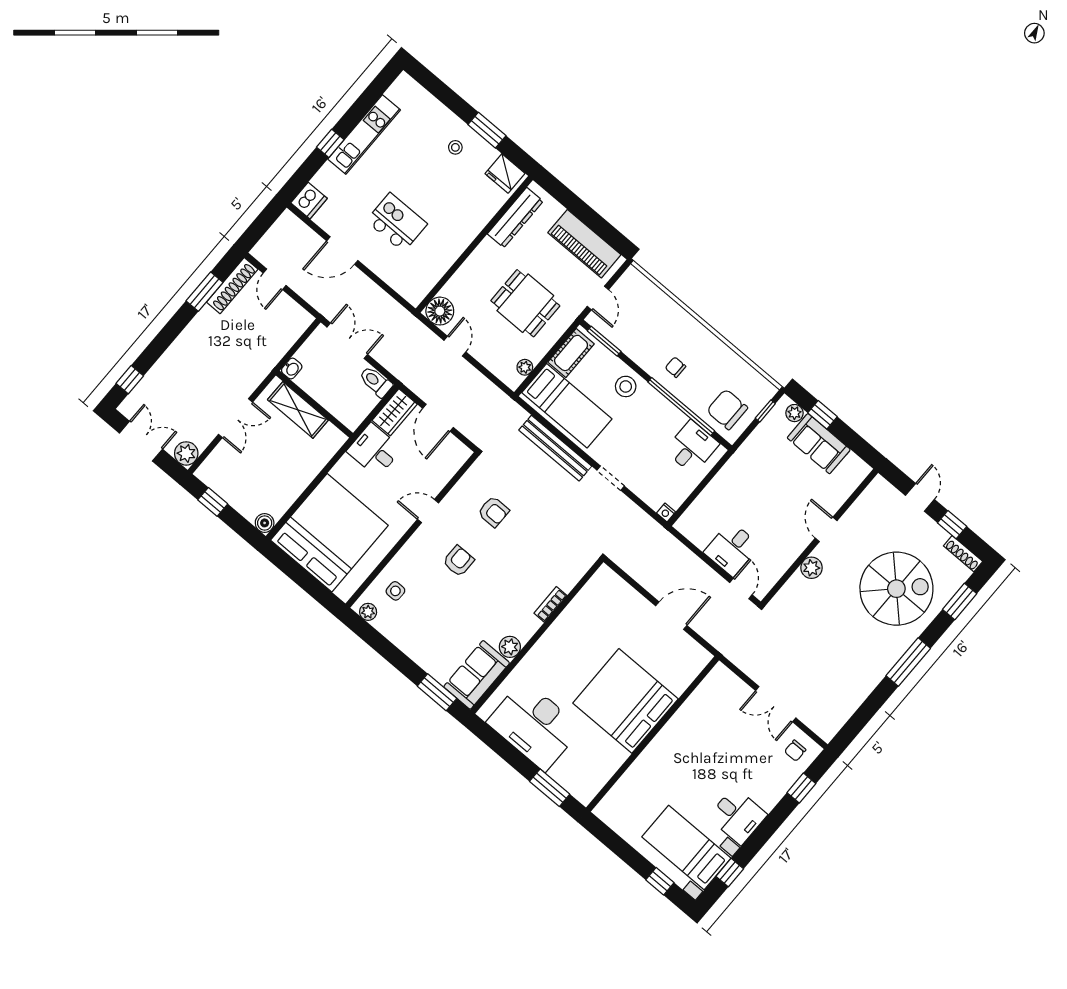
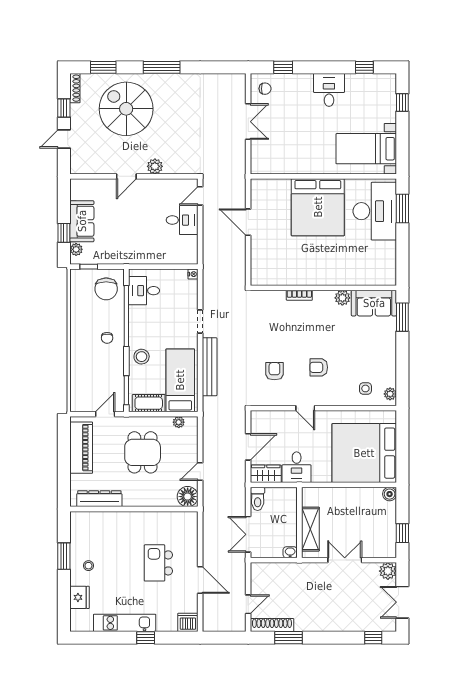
fridge: (505, 173) -> (80, 597), moved
desk: (534, 725) -> (375, 211), moved
bed with nightstands: (686, 848) -> (366, 149), moved, turned 90

